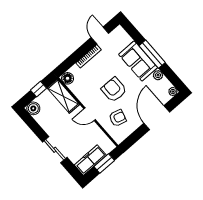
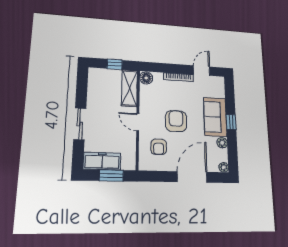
window: (152, 54) -> (231, 122), width x0.46
boiler: (33, 108) -> (95, 75), removed
armchair: (118, 118) -> (159, 147), turned 74

